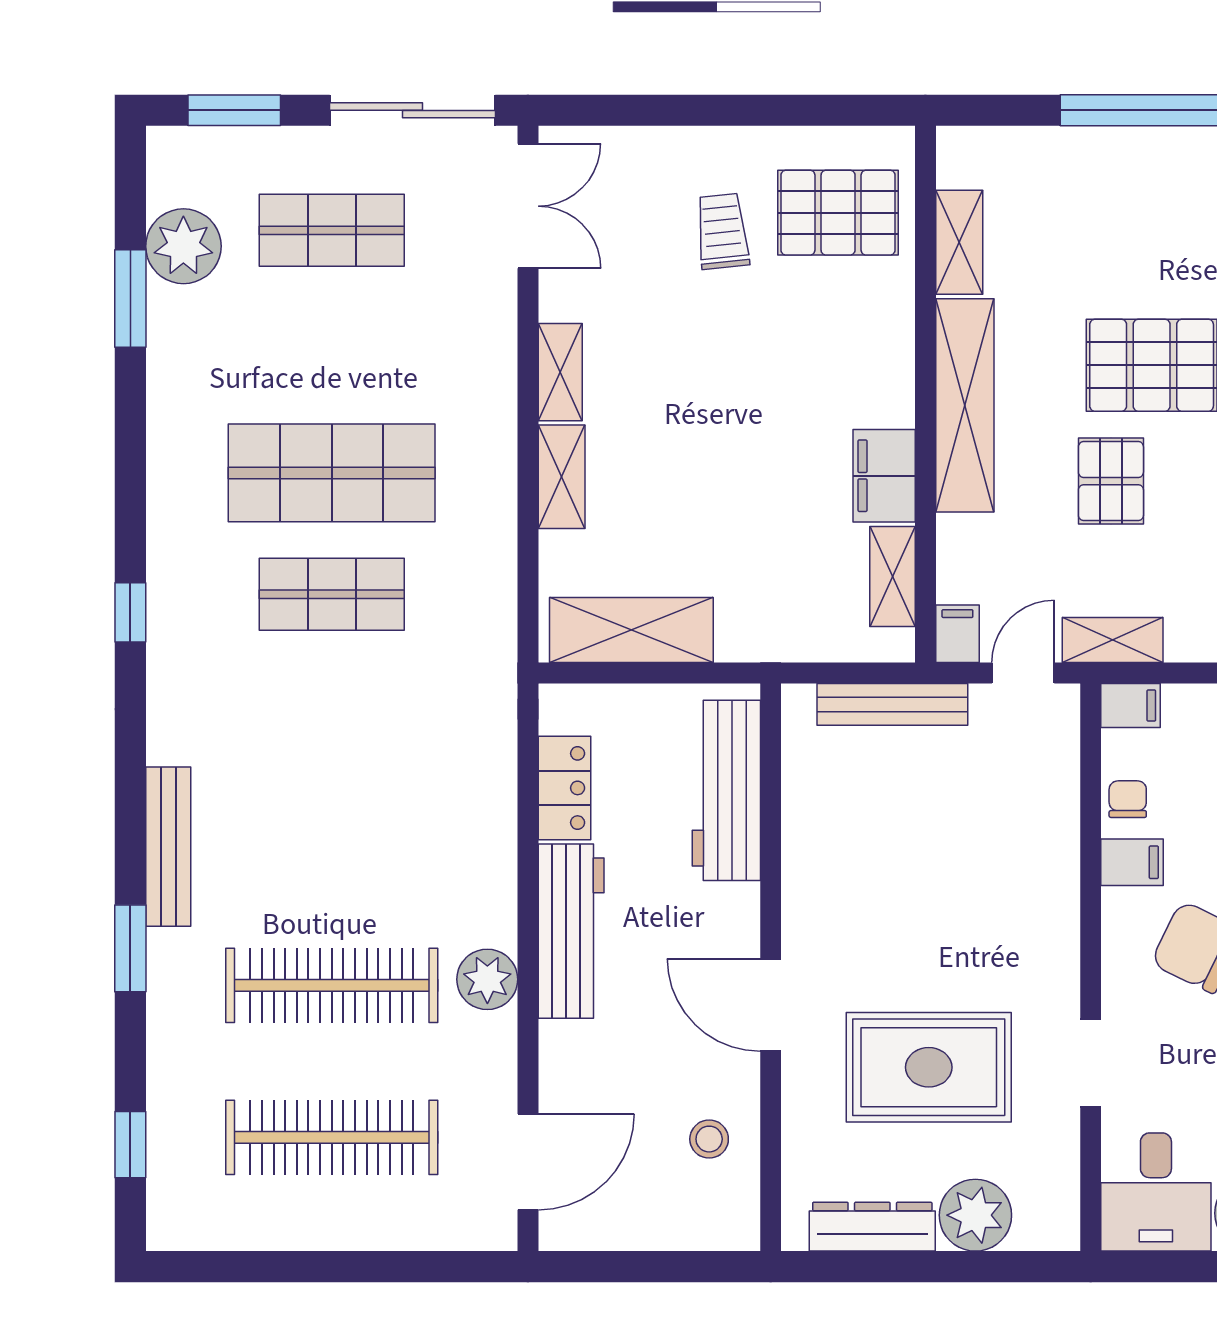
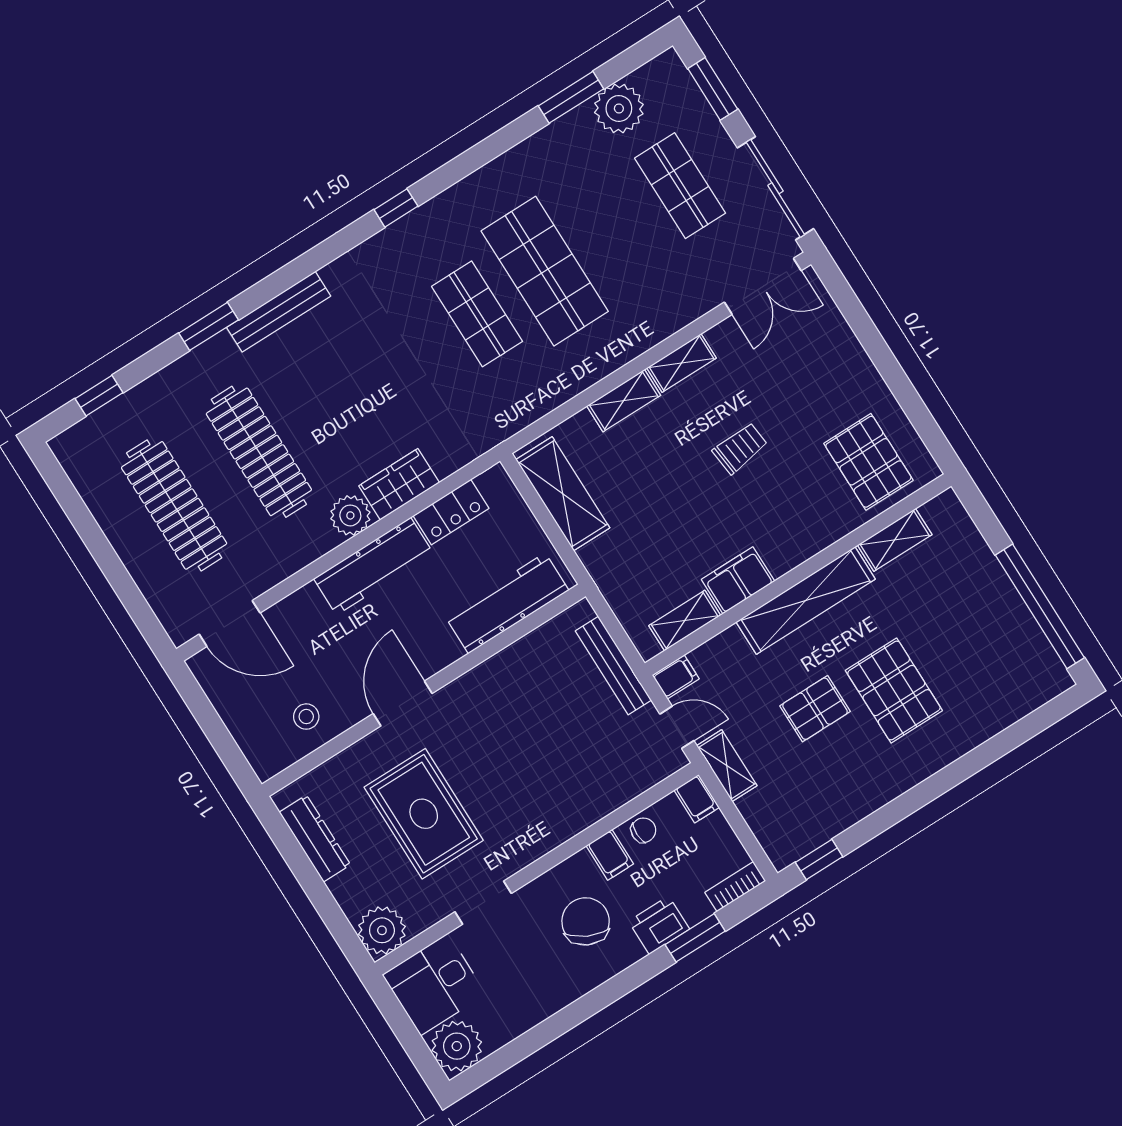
trolley: (722, 231) -> (740, 448), moved
wardrobe: (487, 832) -> (399, 484), added
plant: (487, 979) -> (350, 515), moved
plant: (975, 1215) -> (382, 930), moved

